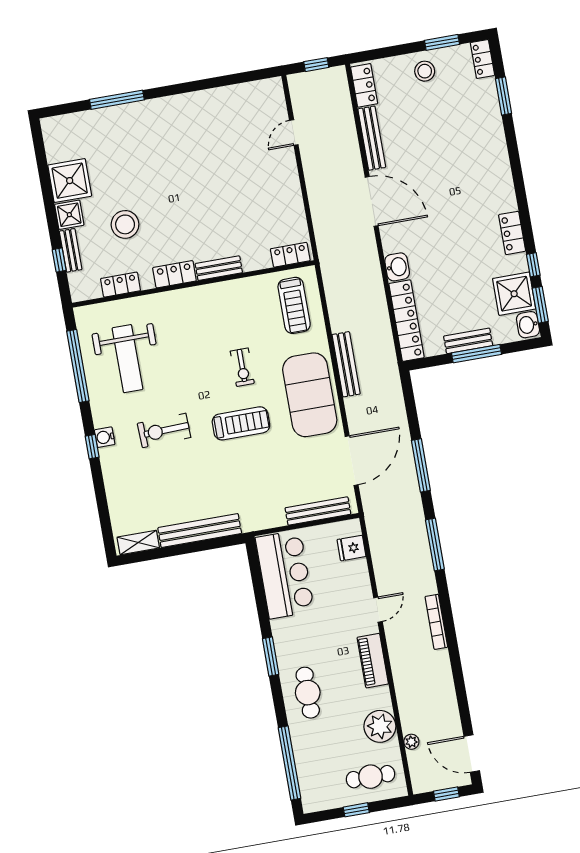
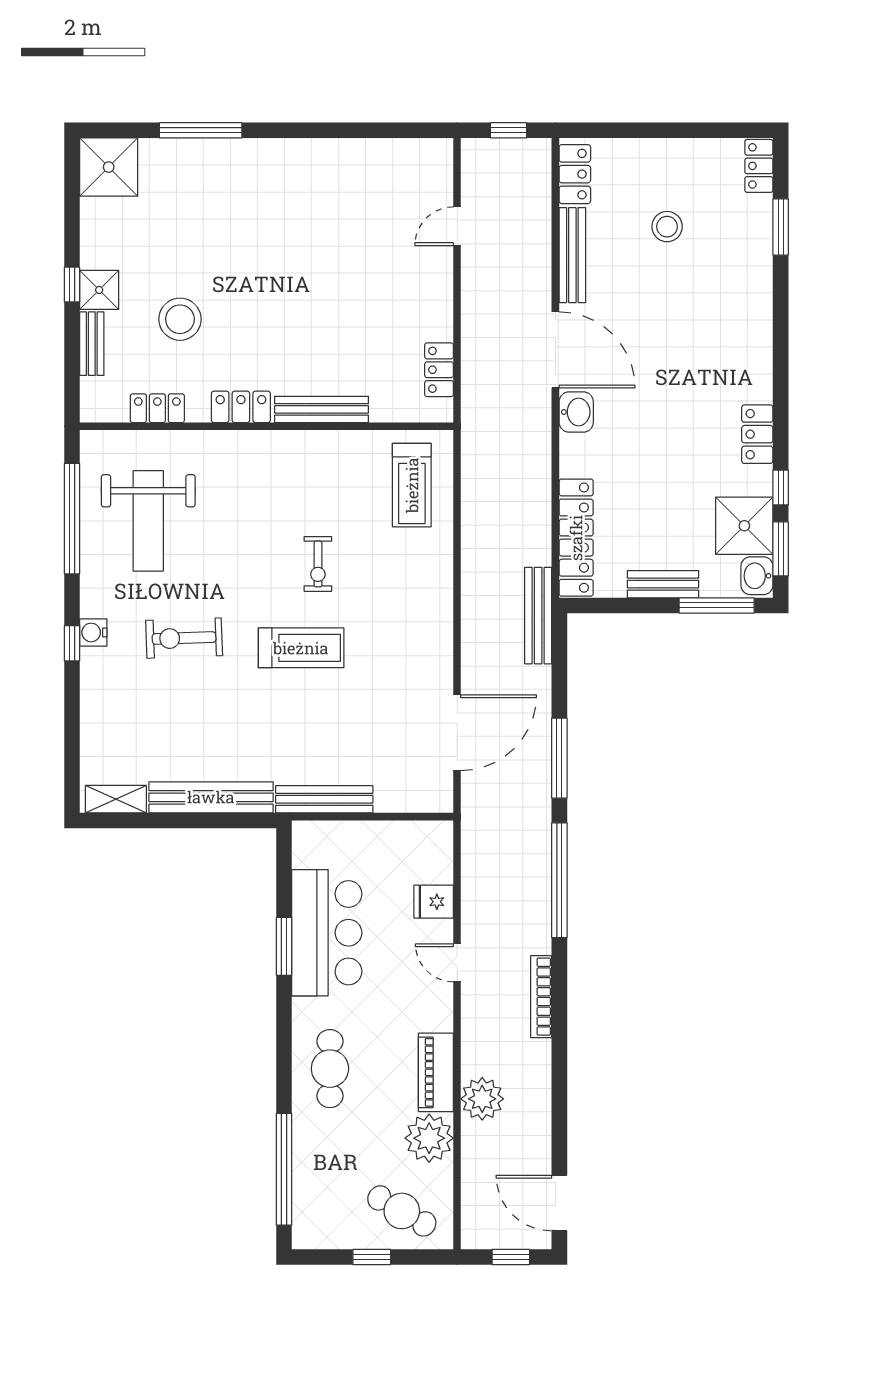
window: (442, 42) -> (703, 130), removed
stool: (425, 71) -> (667, 227), moved
shower: (70, 181) -> (109, 167), moved
locker: (290, 255) -> (439, 370), moved, turned -90
window: (59, 260) -> (72, 285), moved
washbasin: (397, 267) -> (576, 412), moved
bench: (219, 268) -> (321, 409), width x1.36
window: (477, 354) -> (717, 605), moved
bench: (346, 364) -> (538, 616), moved
exercise mat: (310, 395) -> (412, 623), removed
bench: (318, 511) -> (324, 799), moved
window: (435, 544) -> (559, 880), width x1.46
fridge: (351, 548) -> (434, 902), moved
bar counter: (285, 574) -> (327, 933), moved
door: (378, 610) -> (457, 963), swing flipped
window: (271, 656) -> (284, 946), moved
piano: (373, 661) -> (436, 1072), moved
plant: (411, 742) -> (482, 1099), moved, width x1.87, depth x1.87
cafe table: (370, 777) -> (402, 1211), turned 30

